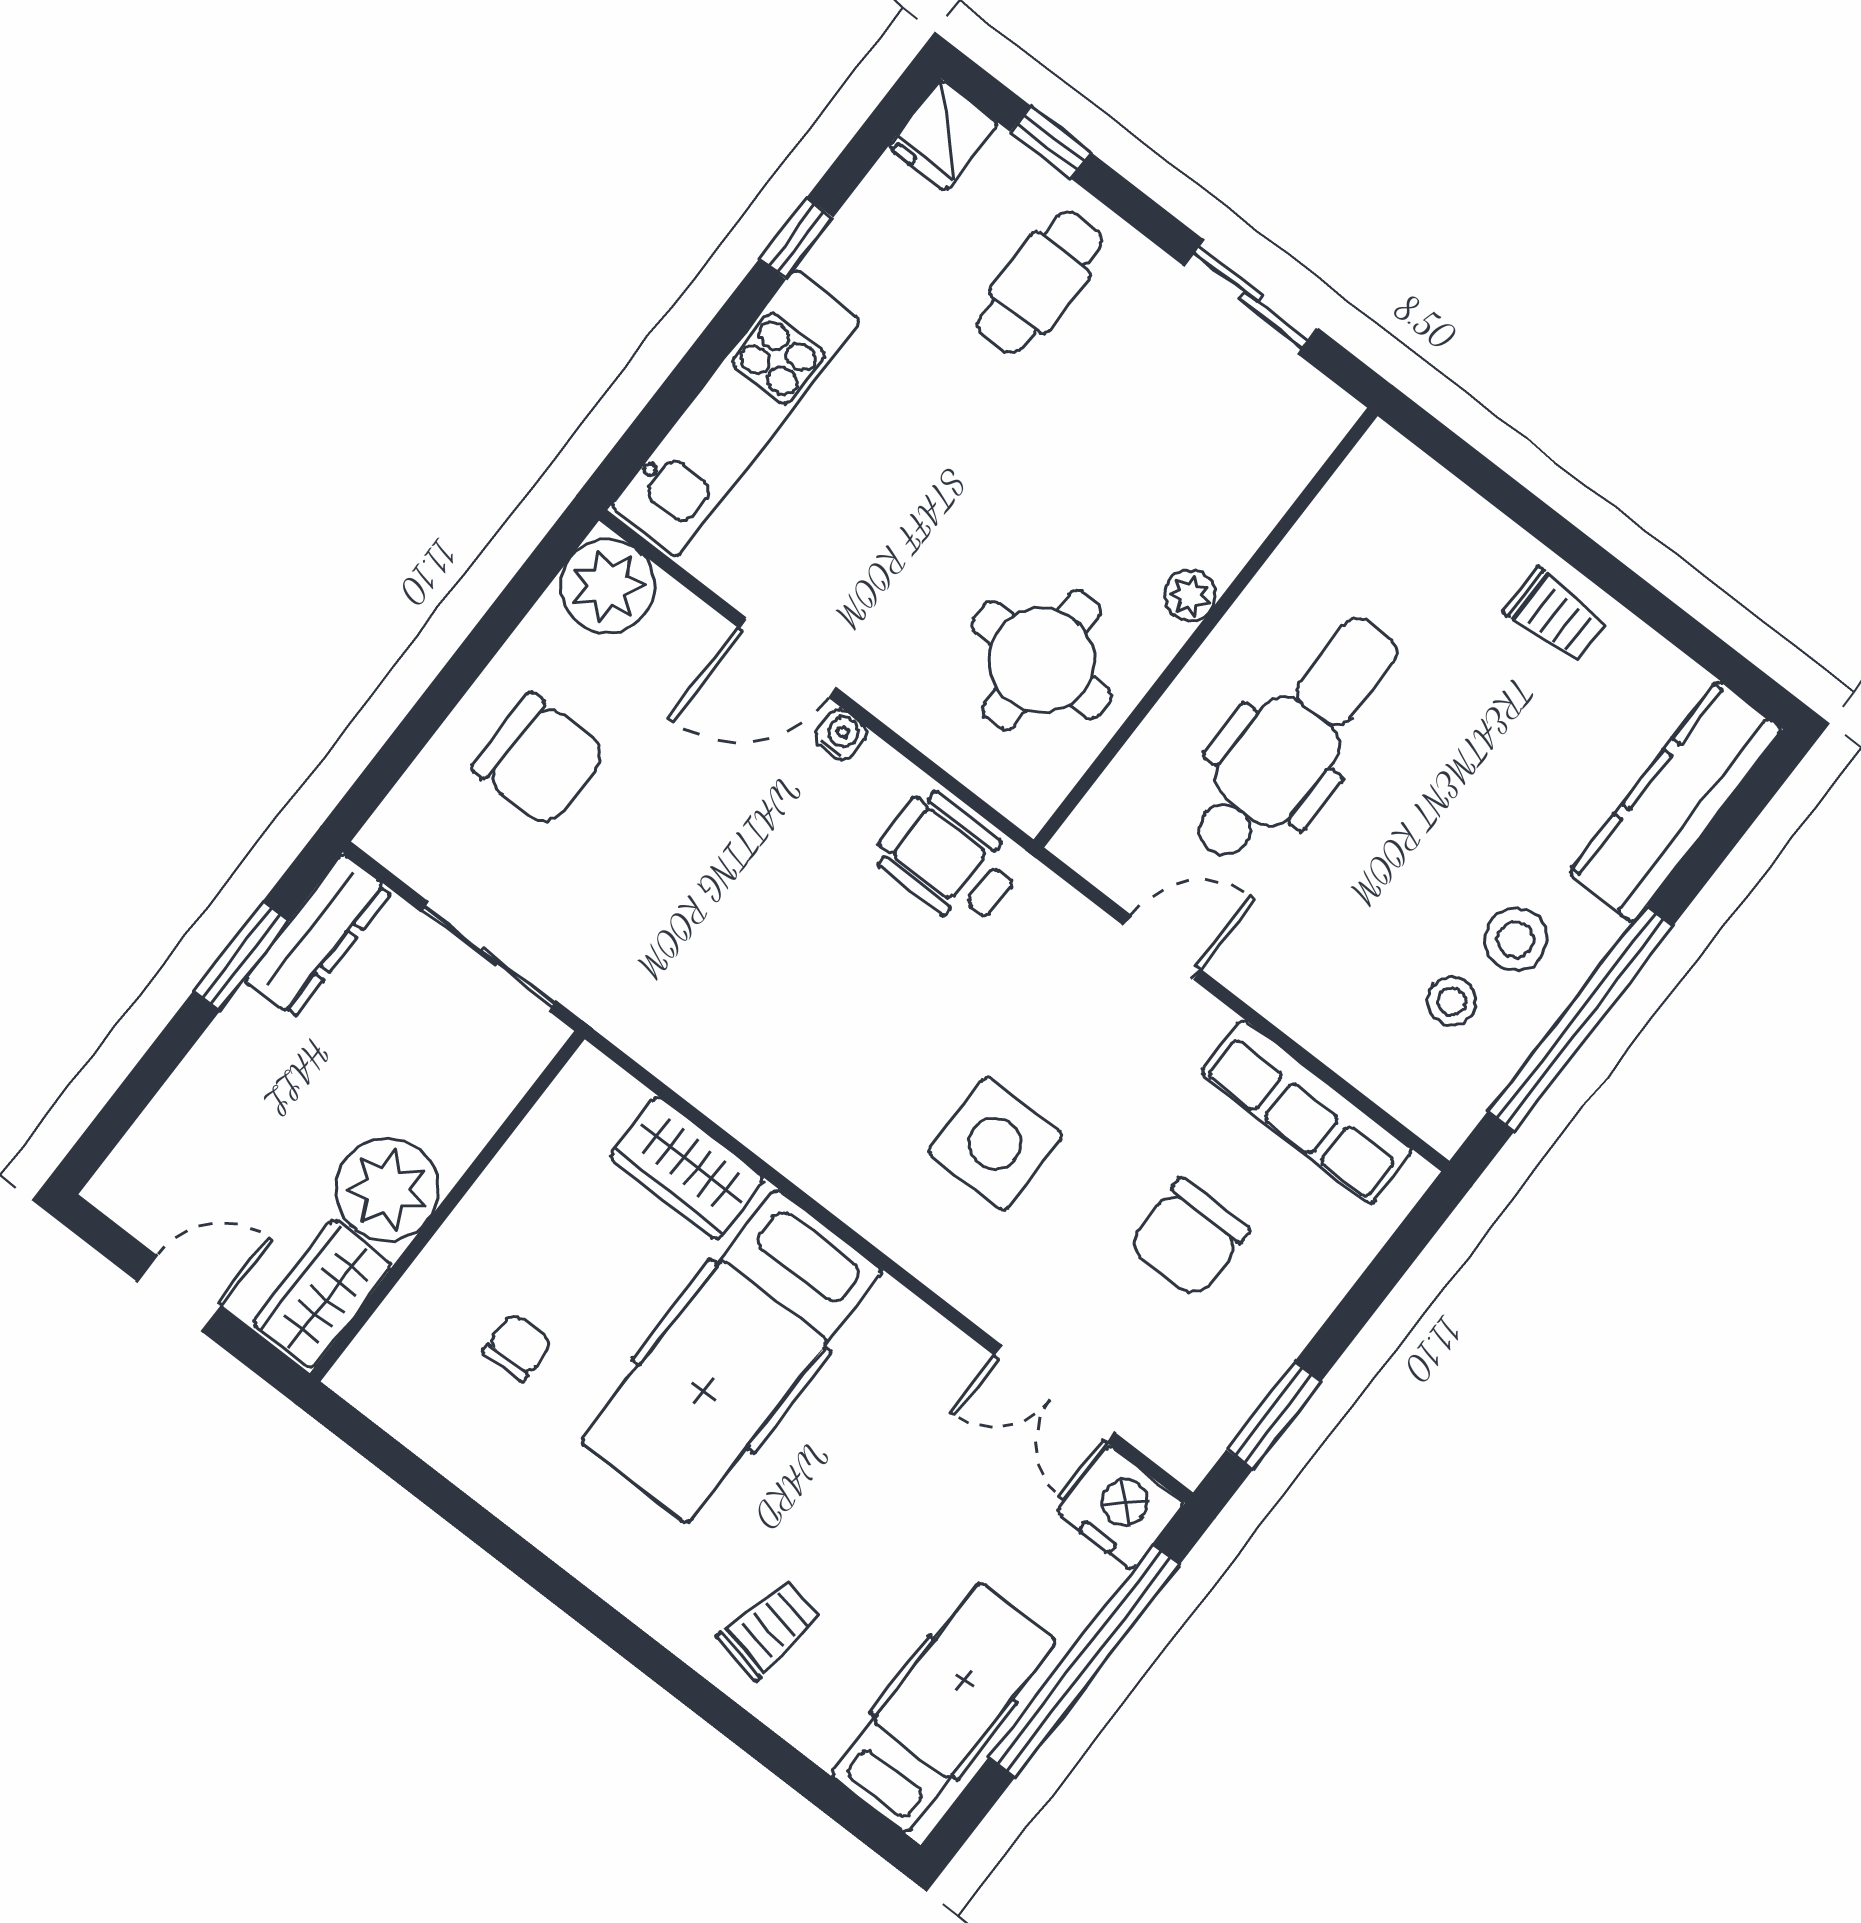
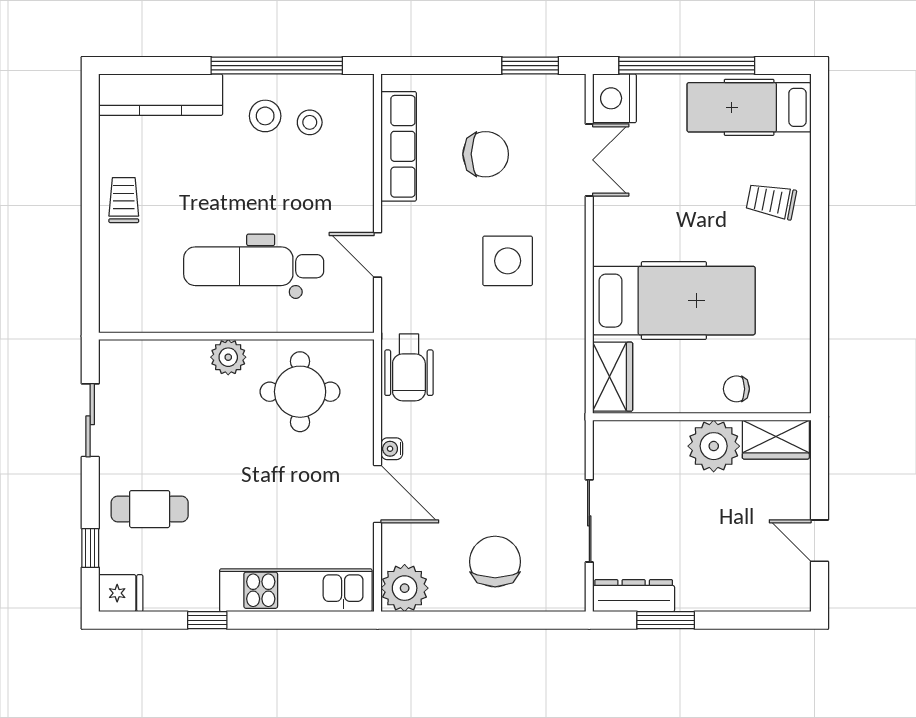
plant: (1190, 595) -> (228, 357), width x1.38, depth x1.38
plant: (387, 1189) -> (714, 446), moved
wall: (447, 1206) -> (702, 417), moved
wardrobe: (322, 1294) -> (776, 440), moved

